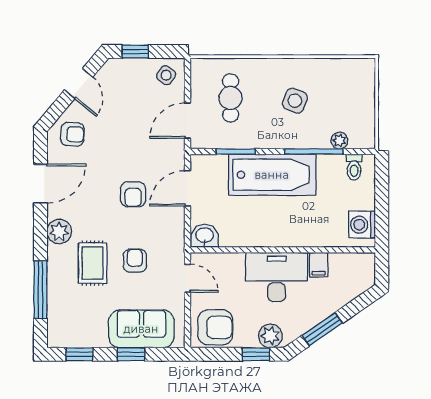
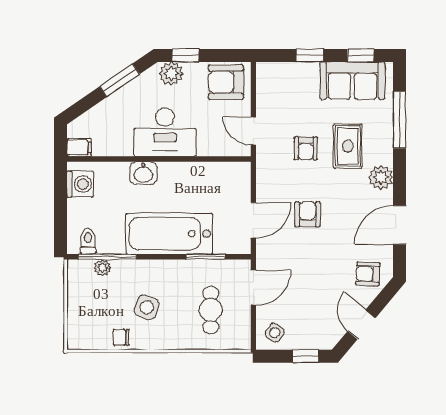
chair: (321, 70) -> (121, 337), added
window: (314, 152) -> (107, 257), moved
washbasin: (205, 236) -> (143, 173), moved
filing cabinet: (319, 265) -> (79, 147), moved, turned 90
sofa: (141, 329) -> (352, 81), moved

